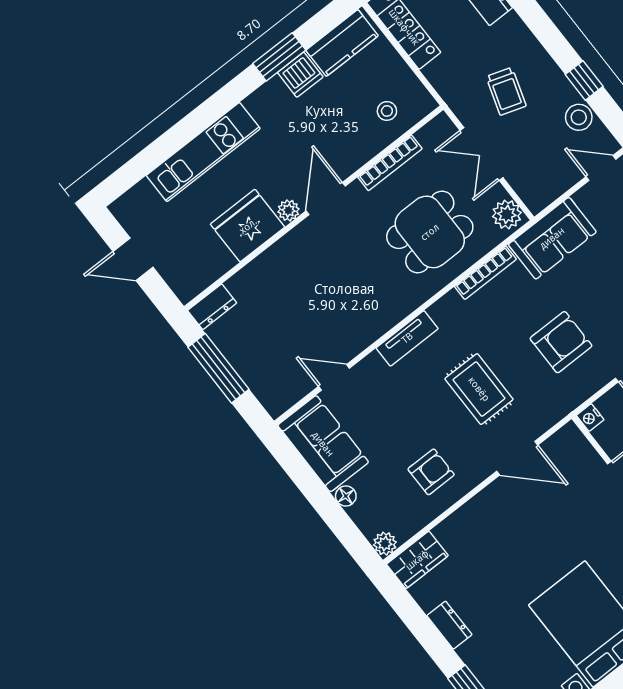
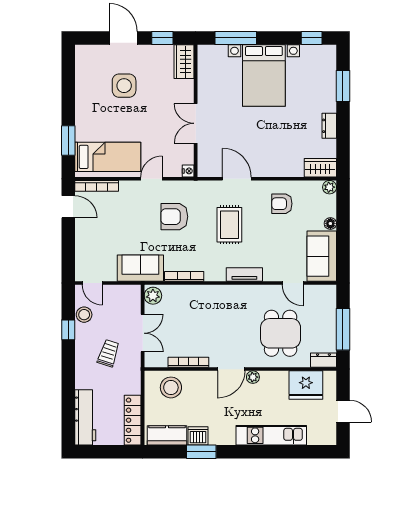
stool: (387, 111) -> (171, 387), width x1.89, depth x1.89
fridge: (248, 226) -> (306, 385), moved
dining table: (430, 232) -> (281, 333), moved, turned 90

